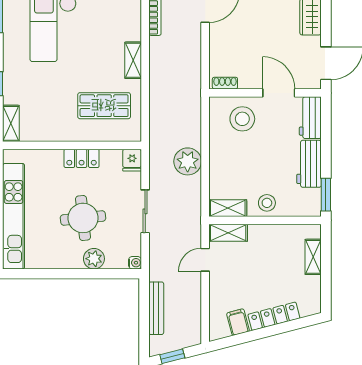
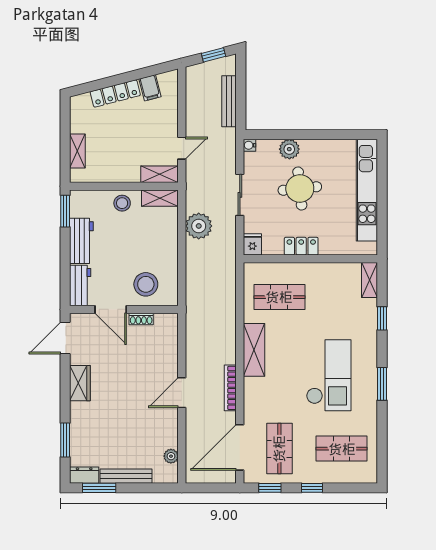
shelving: (133, 60) -> (254, 350), width x1.50, depth x1.33
shoe rack: (225, 83) -> (141, 319), moved
plant: (188, 161) -> (199, 226), moved

